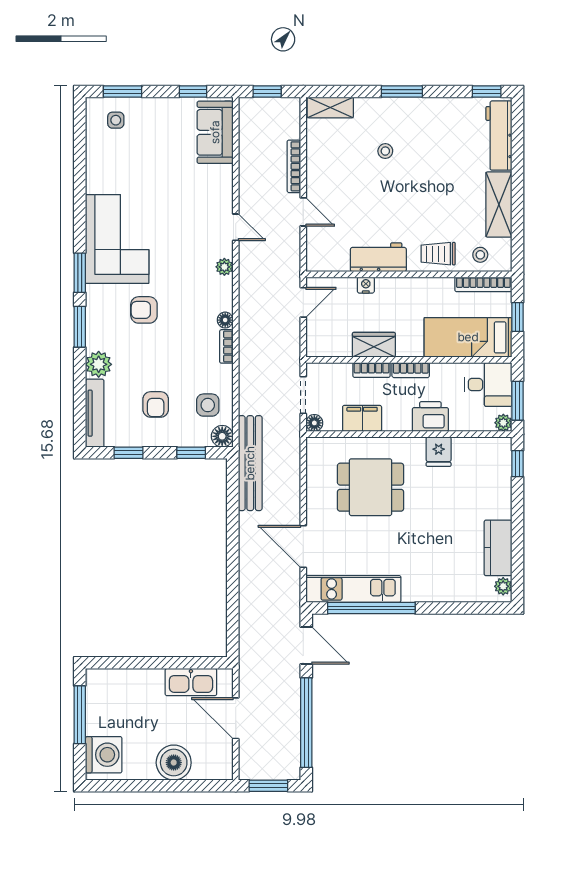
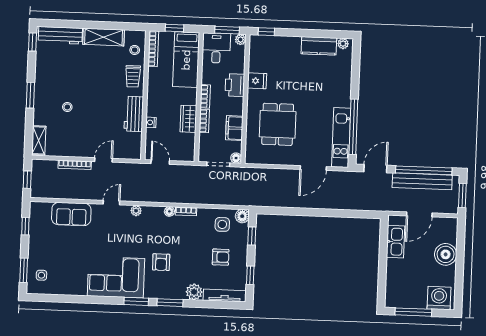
sofa: (215, 132) -> (71, 214), moved
bench: (250, 463) -> (422, 181), moved

